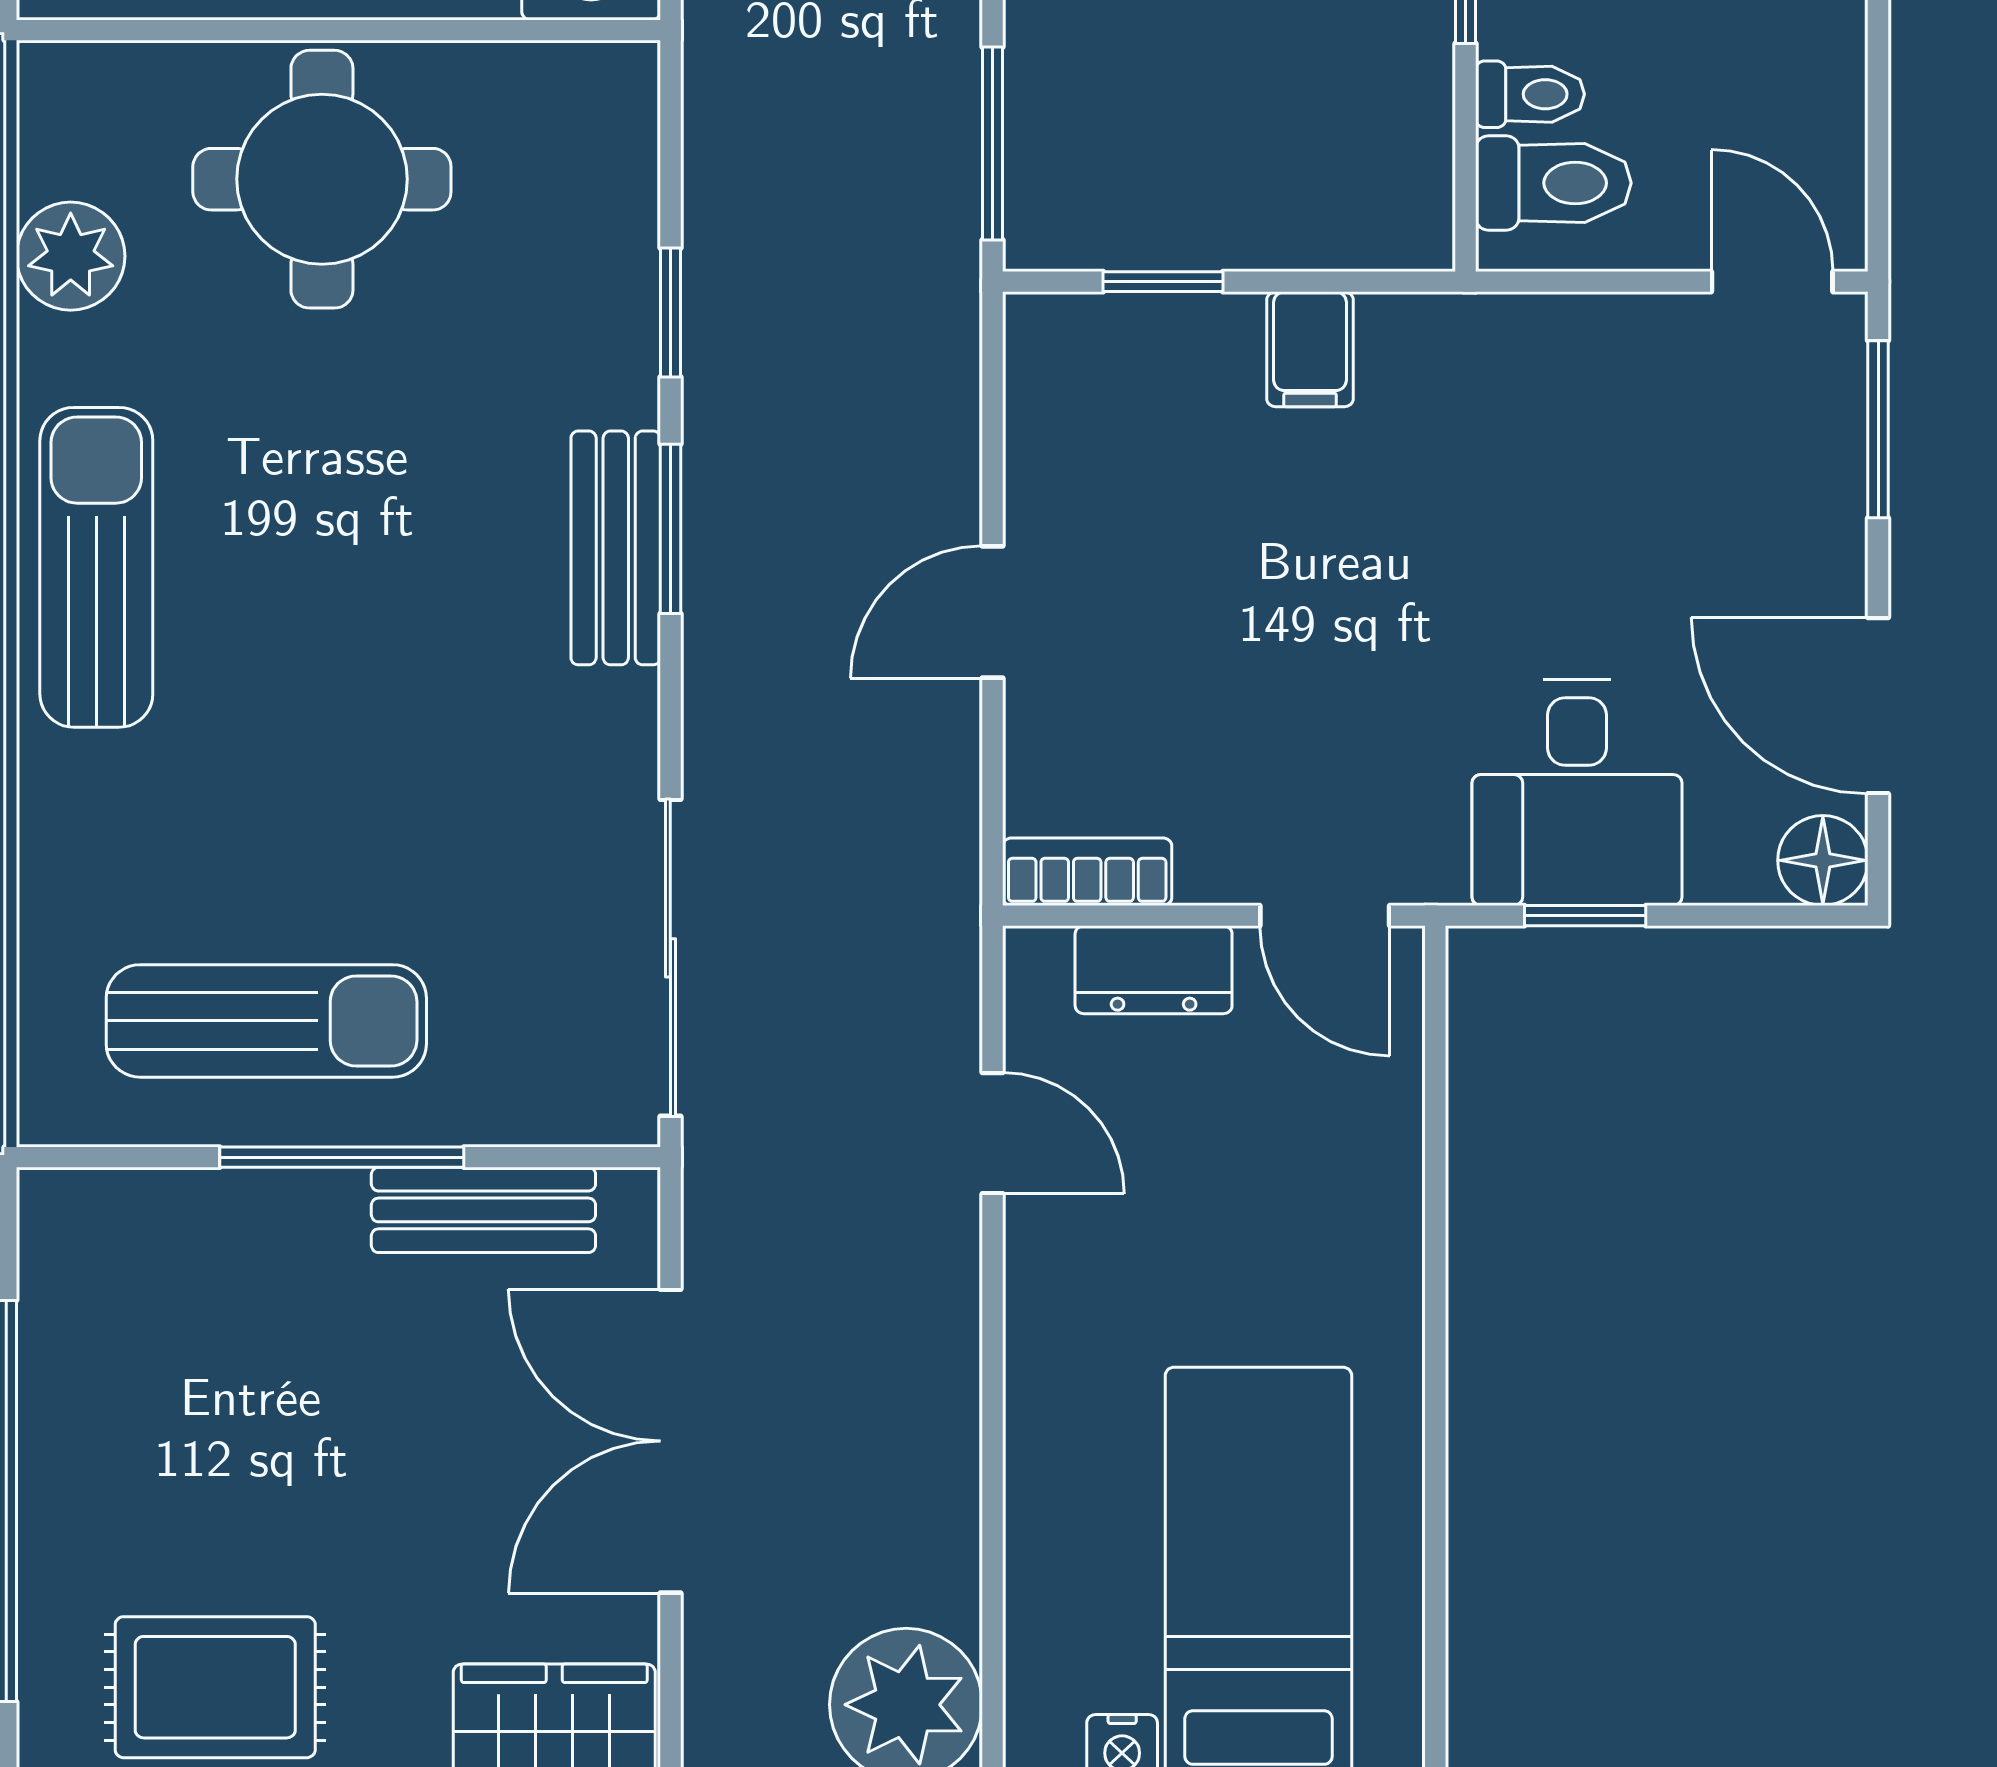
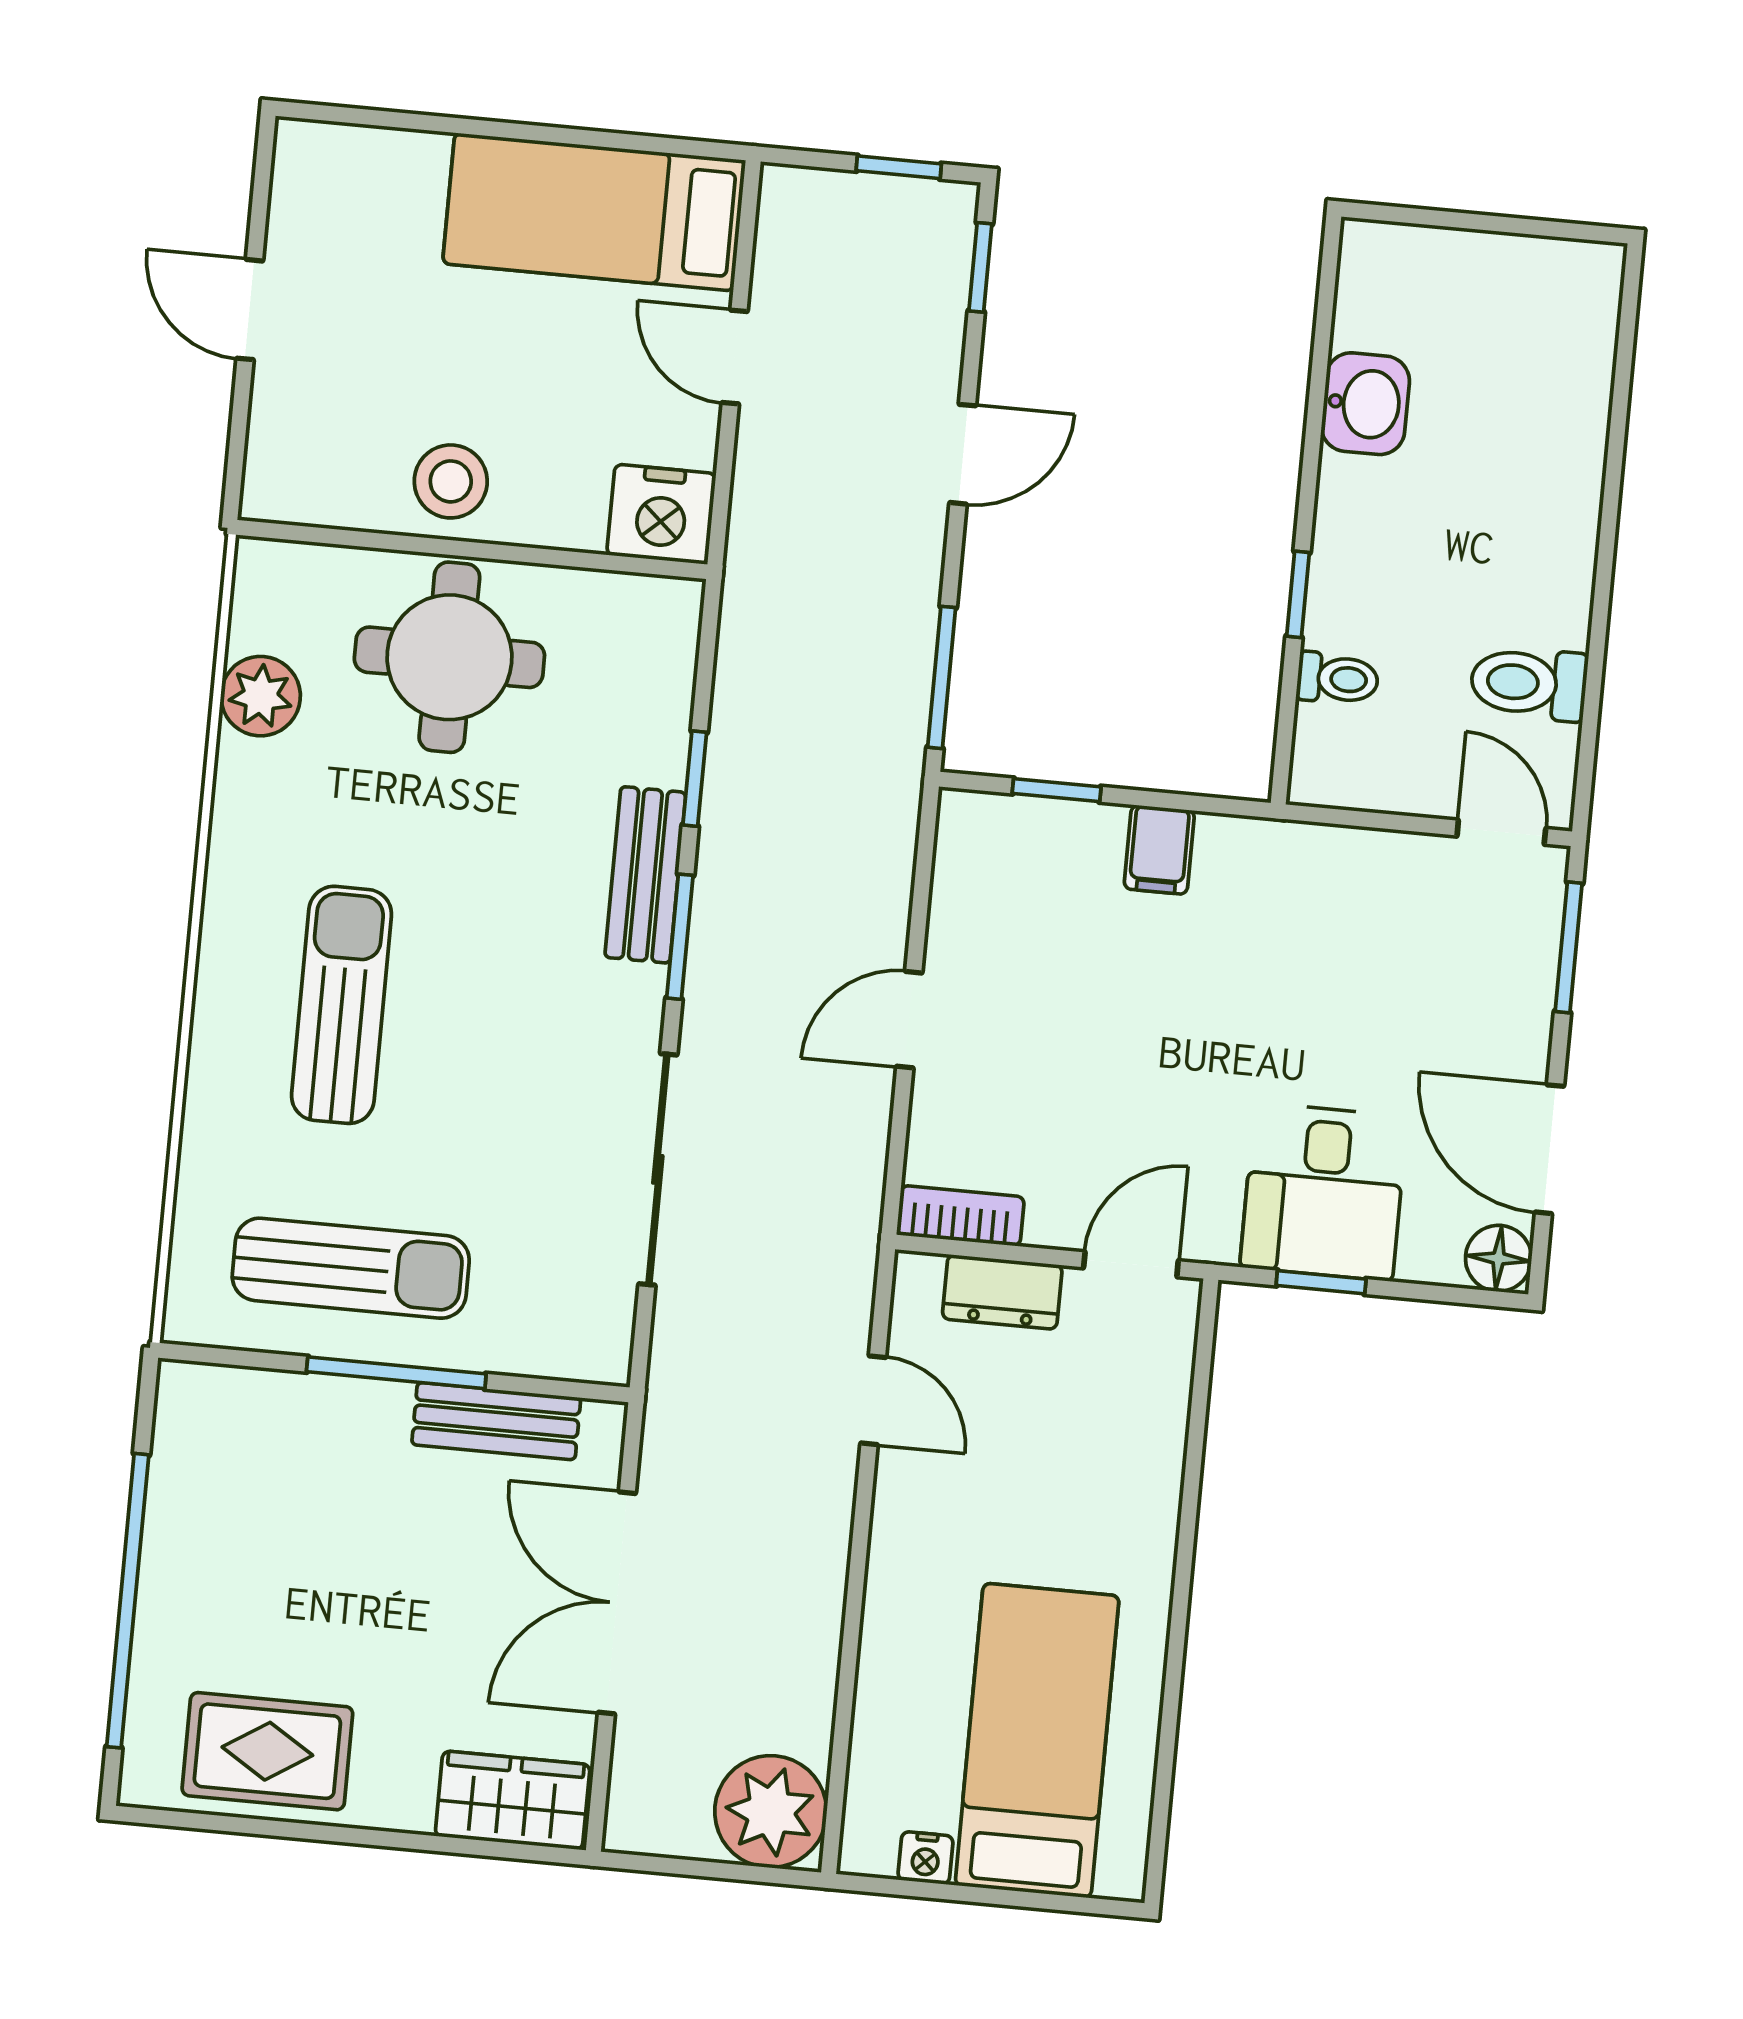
toilet: (1553, 183) -> (1529, 683), moved, turned 180
bench: (616, 548) -> (645, 875), moved
sun lounger: (96, 567) -> (341, 1005), moved
door: (1325, 916) -> (1131, 1264), swing flipped
sliding door: (670, 958) -> (658, 1169), moved

